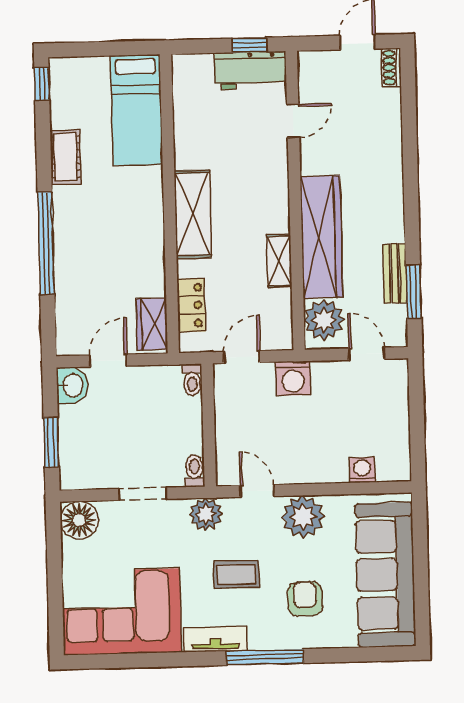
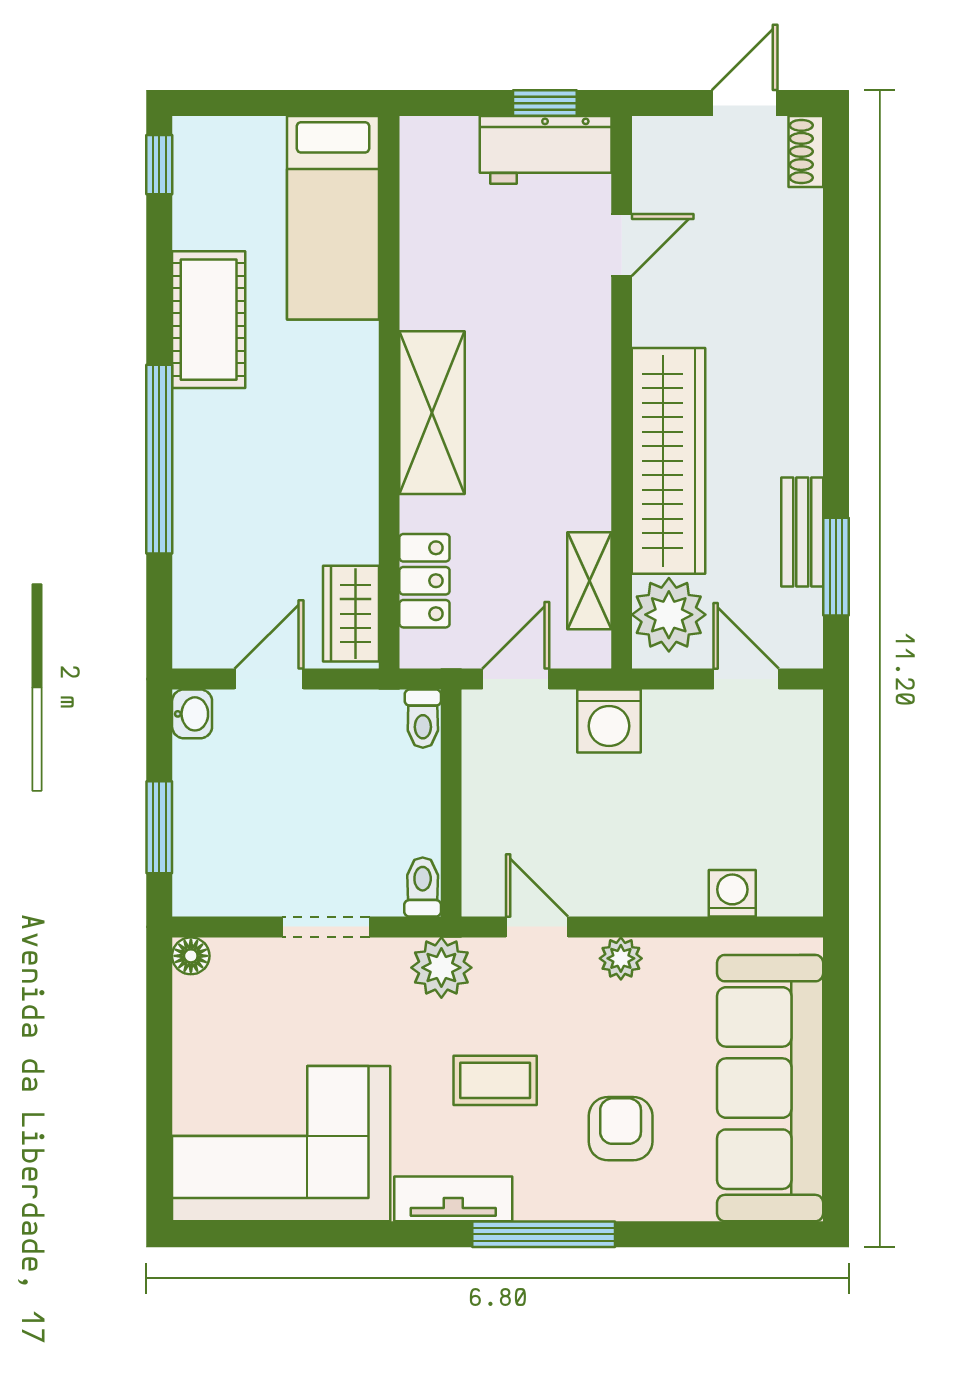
cot: (65, 157) -> (209, 320), width x1.37, depth x1.34
shelving: (279, 261) -> (589, 581), moved
washbasin: (72, 385) -> (192, 714), width x0.72, depth x0.69
plant: (303, 517) -> (621, 958), width x0.53, depth x0.53
floor lamp: (79, 520) -> (191, 956), width x0.53, depth x0.53

